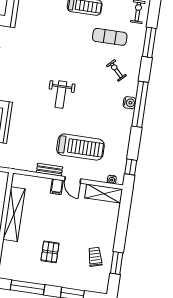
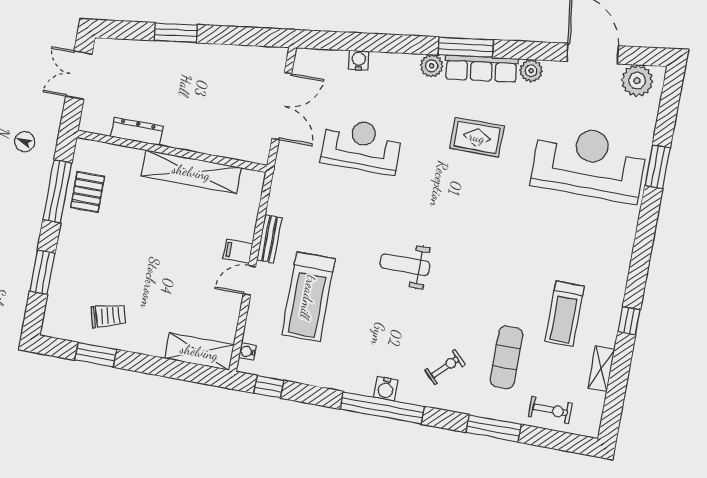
shelving: (104, 194) -> (199, 352), moved, turned 90
pallet: (50, 252) -> (88, 192), moved, turned 90

